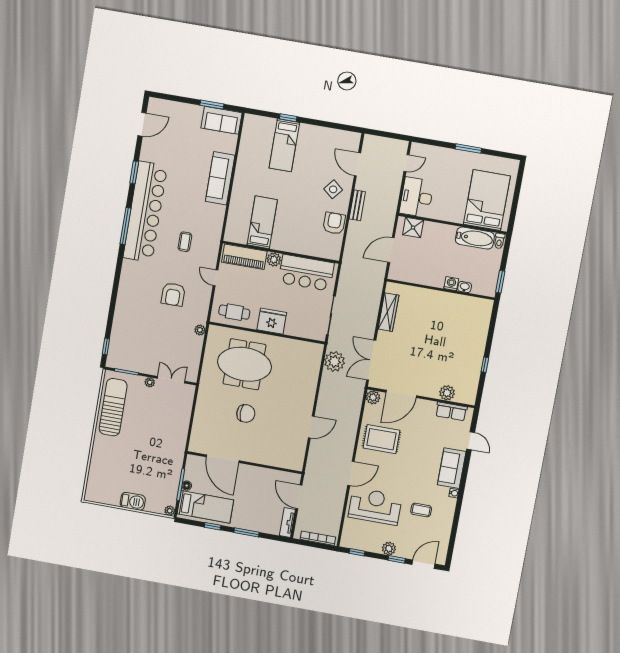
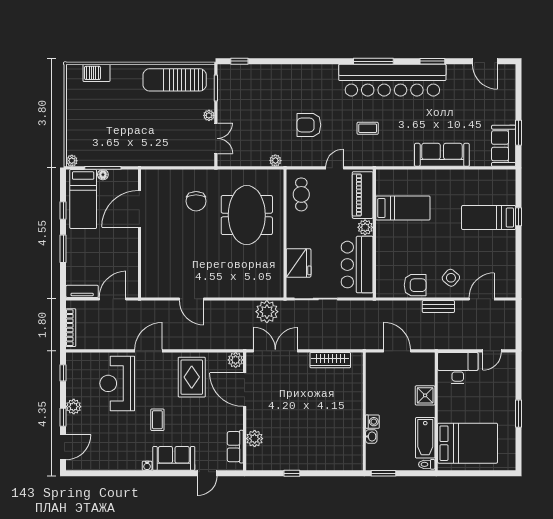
door: (406, 163) -> (492, 351), hinge flipped
shower: (413, 227) -> (425, 395), moved
fridge: (272, 321) -> (299, 263), moved
sun lounger: (113, 407) -> (175, 80), turned 180
chair: (246, 413) -> (196, 201), moved
door: (351, 473) -> (148, 351), swing flipped
barbecue: (133, 501) -> (96, 73), moved, turned 90
reception desk: (375, 506) -> (117, 383), turned 180
coffee table: (421, 510) -> (157, 420), moved
door: (423, 564) -> (63, 447), hinge flipped

